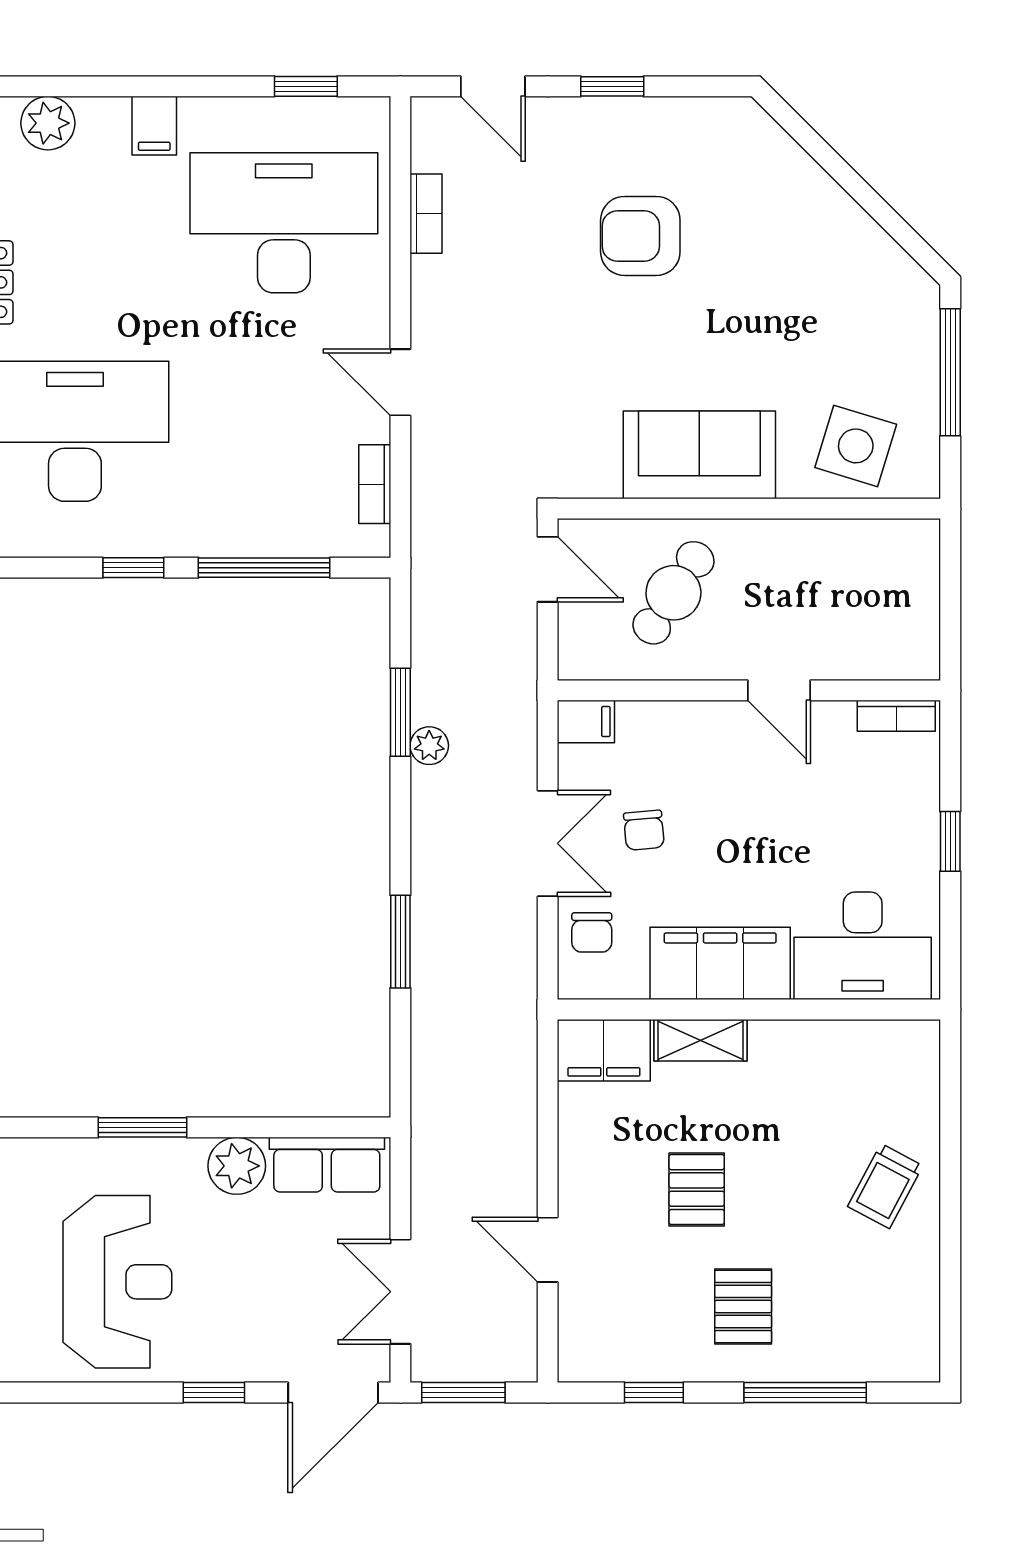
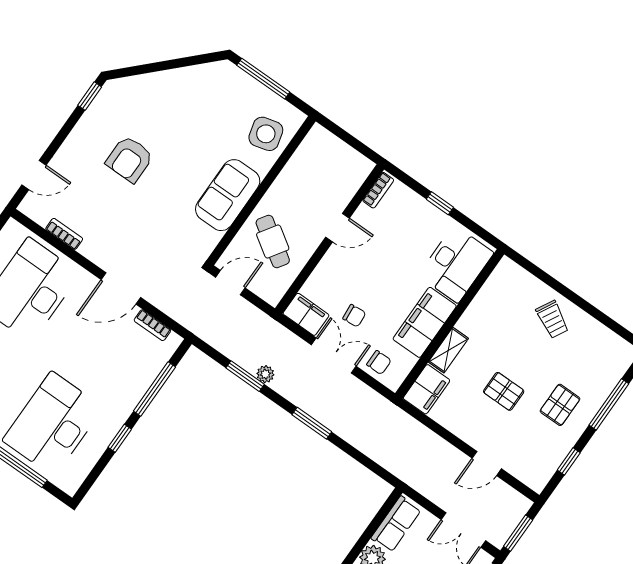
window: (612, 86) -> (90, 96), moved
door: (400, 382) -> (121, 288), width x1.38
side table: (856, 446) -> (266, 134), turned -32
filing cabinet: (586, 722) -> (306, 314), width x2.00
window: (400, 942) -> (312, 423), moved
pallet: (743, 1306) -> (560, 405), turned 90

